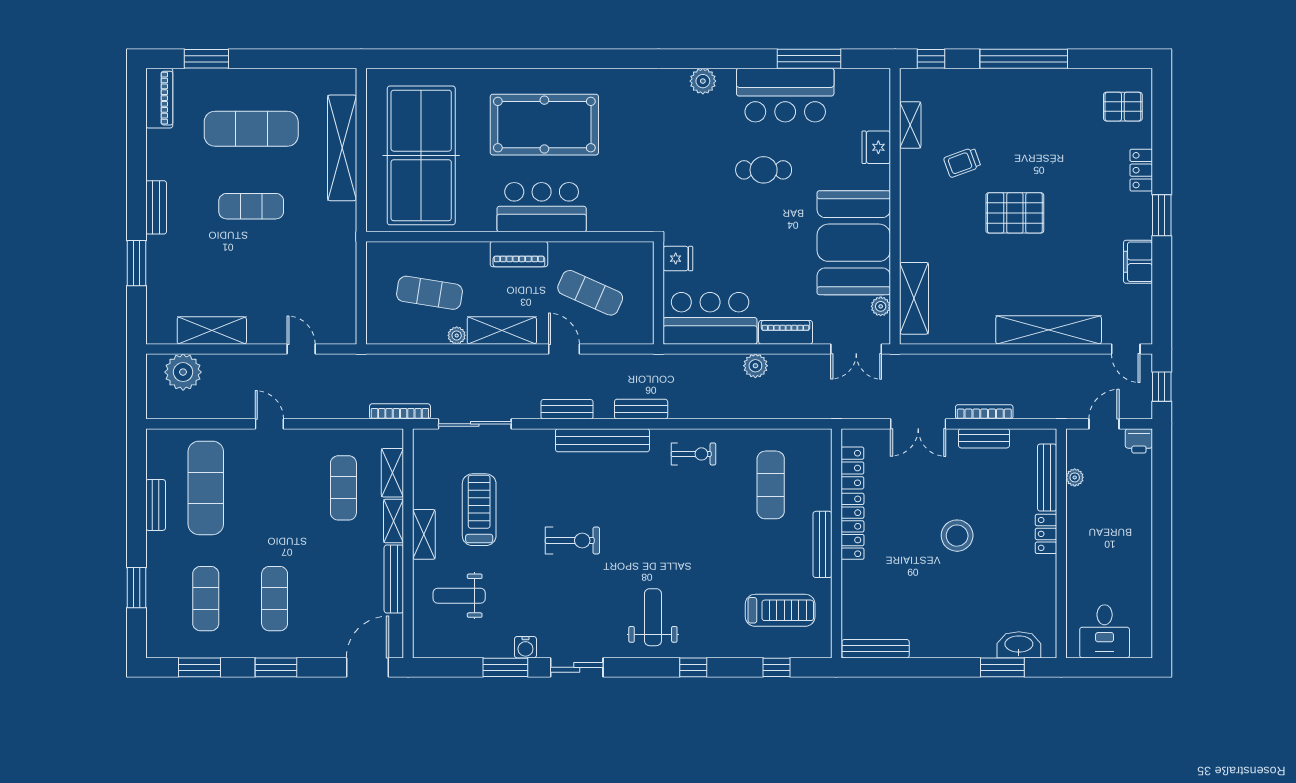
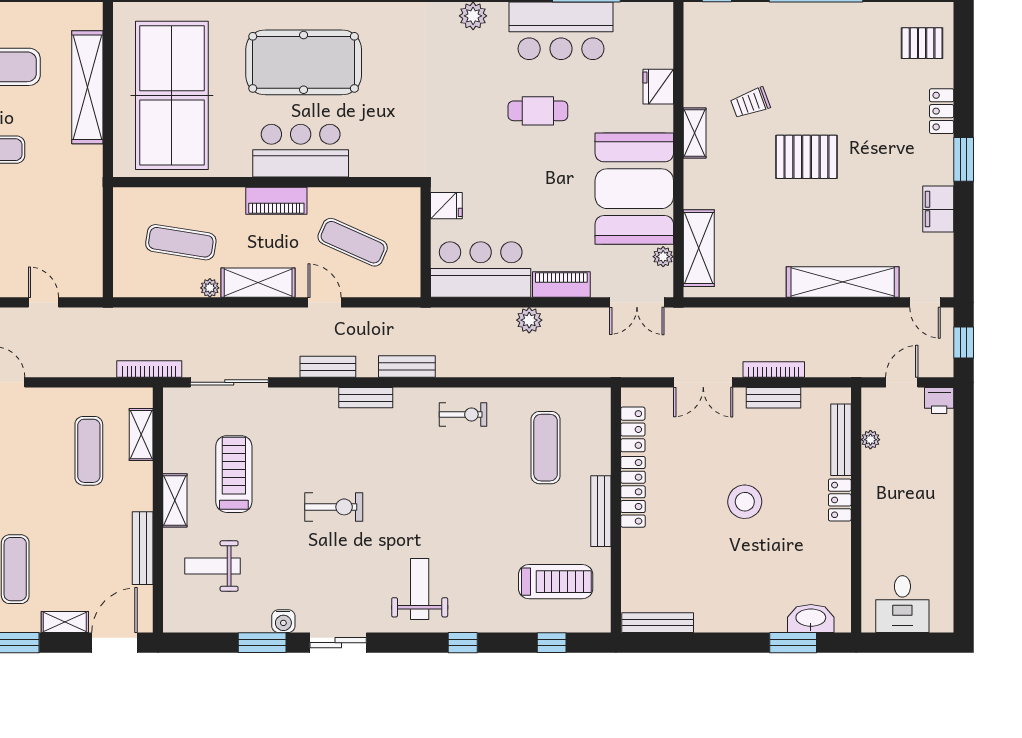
shelving: (910, 125) -> (695, 133), moved
bench: (602, 440) -> (366, 398), width x0.54, depth x0.82
shelving: (393, 521) -> (65, 622), moved, turned 90

